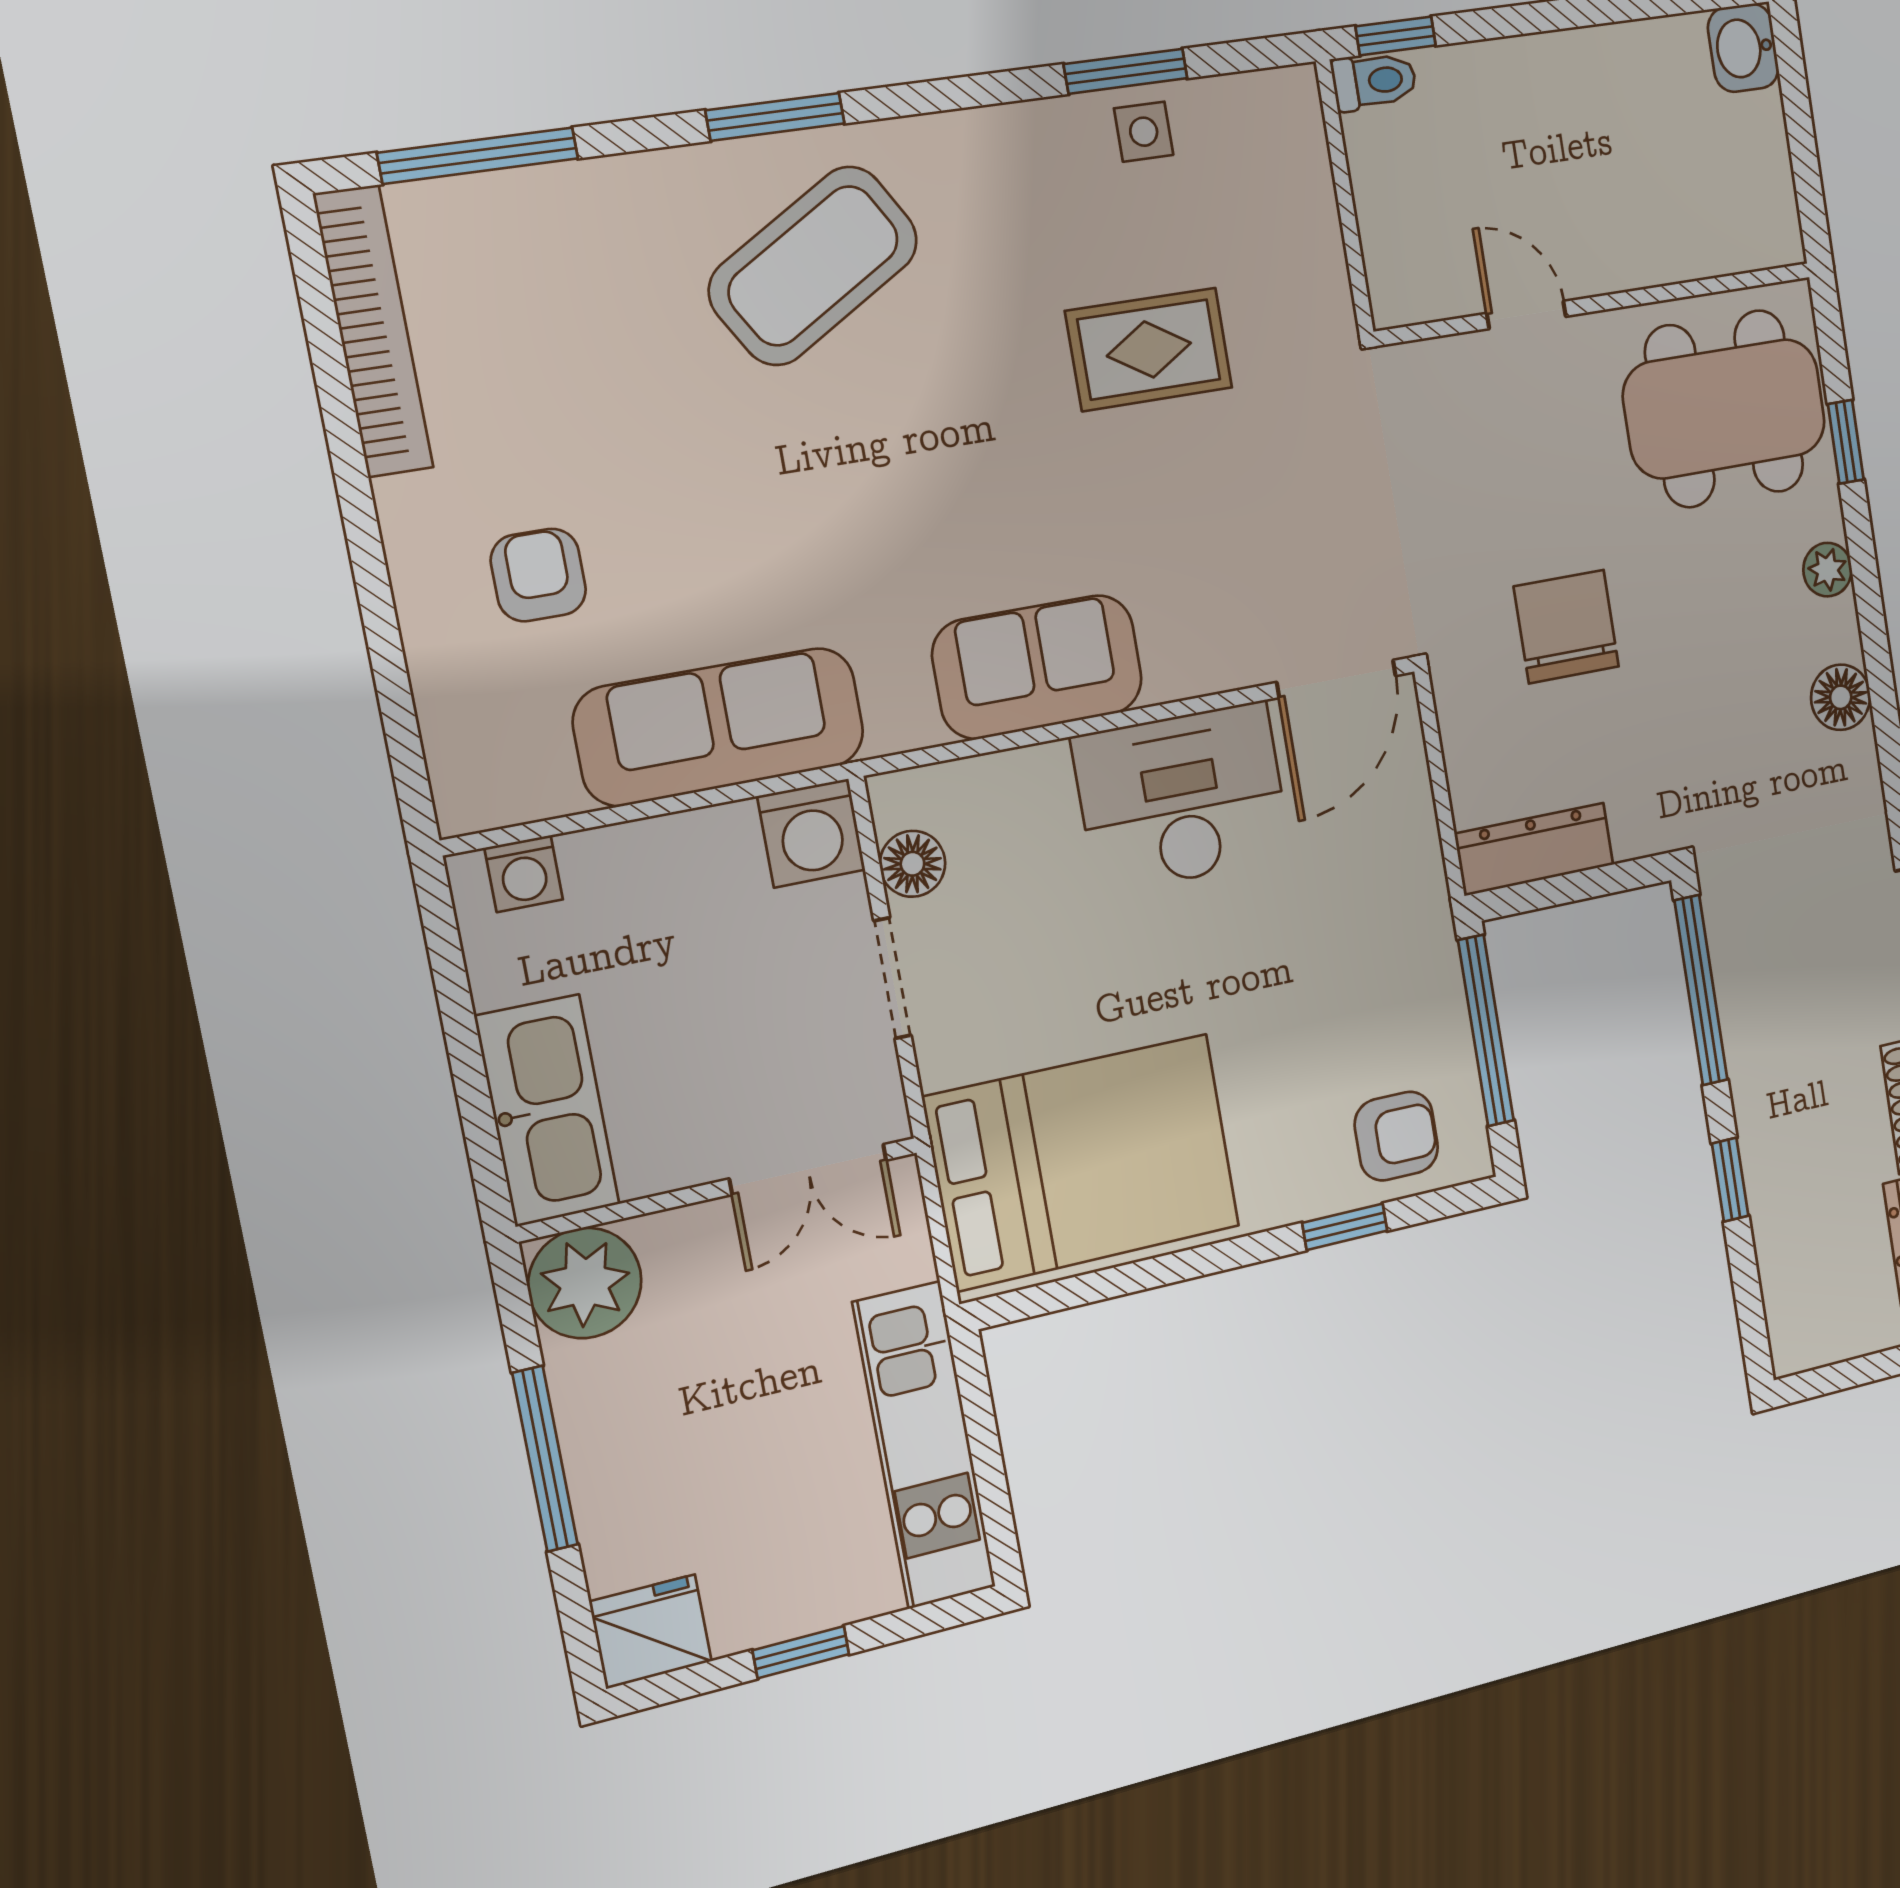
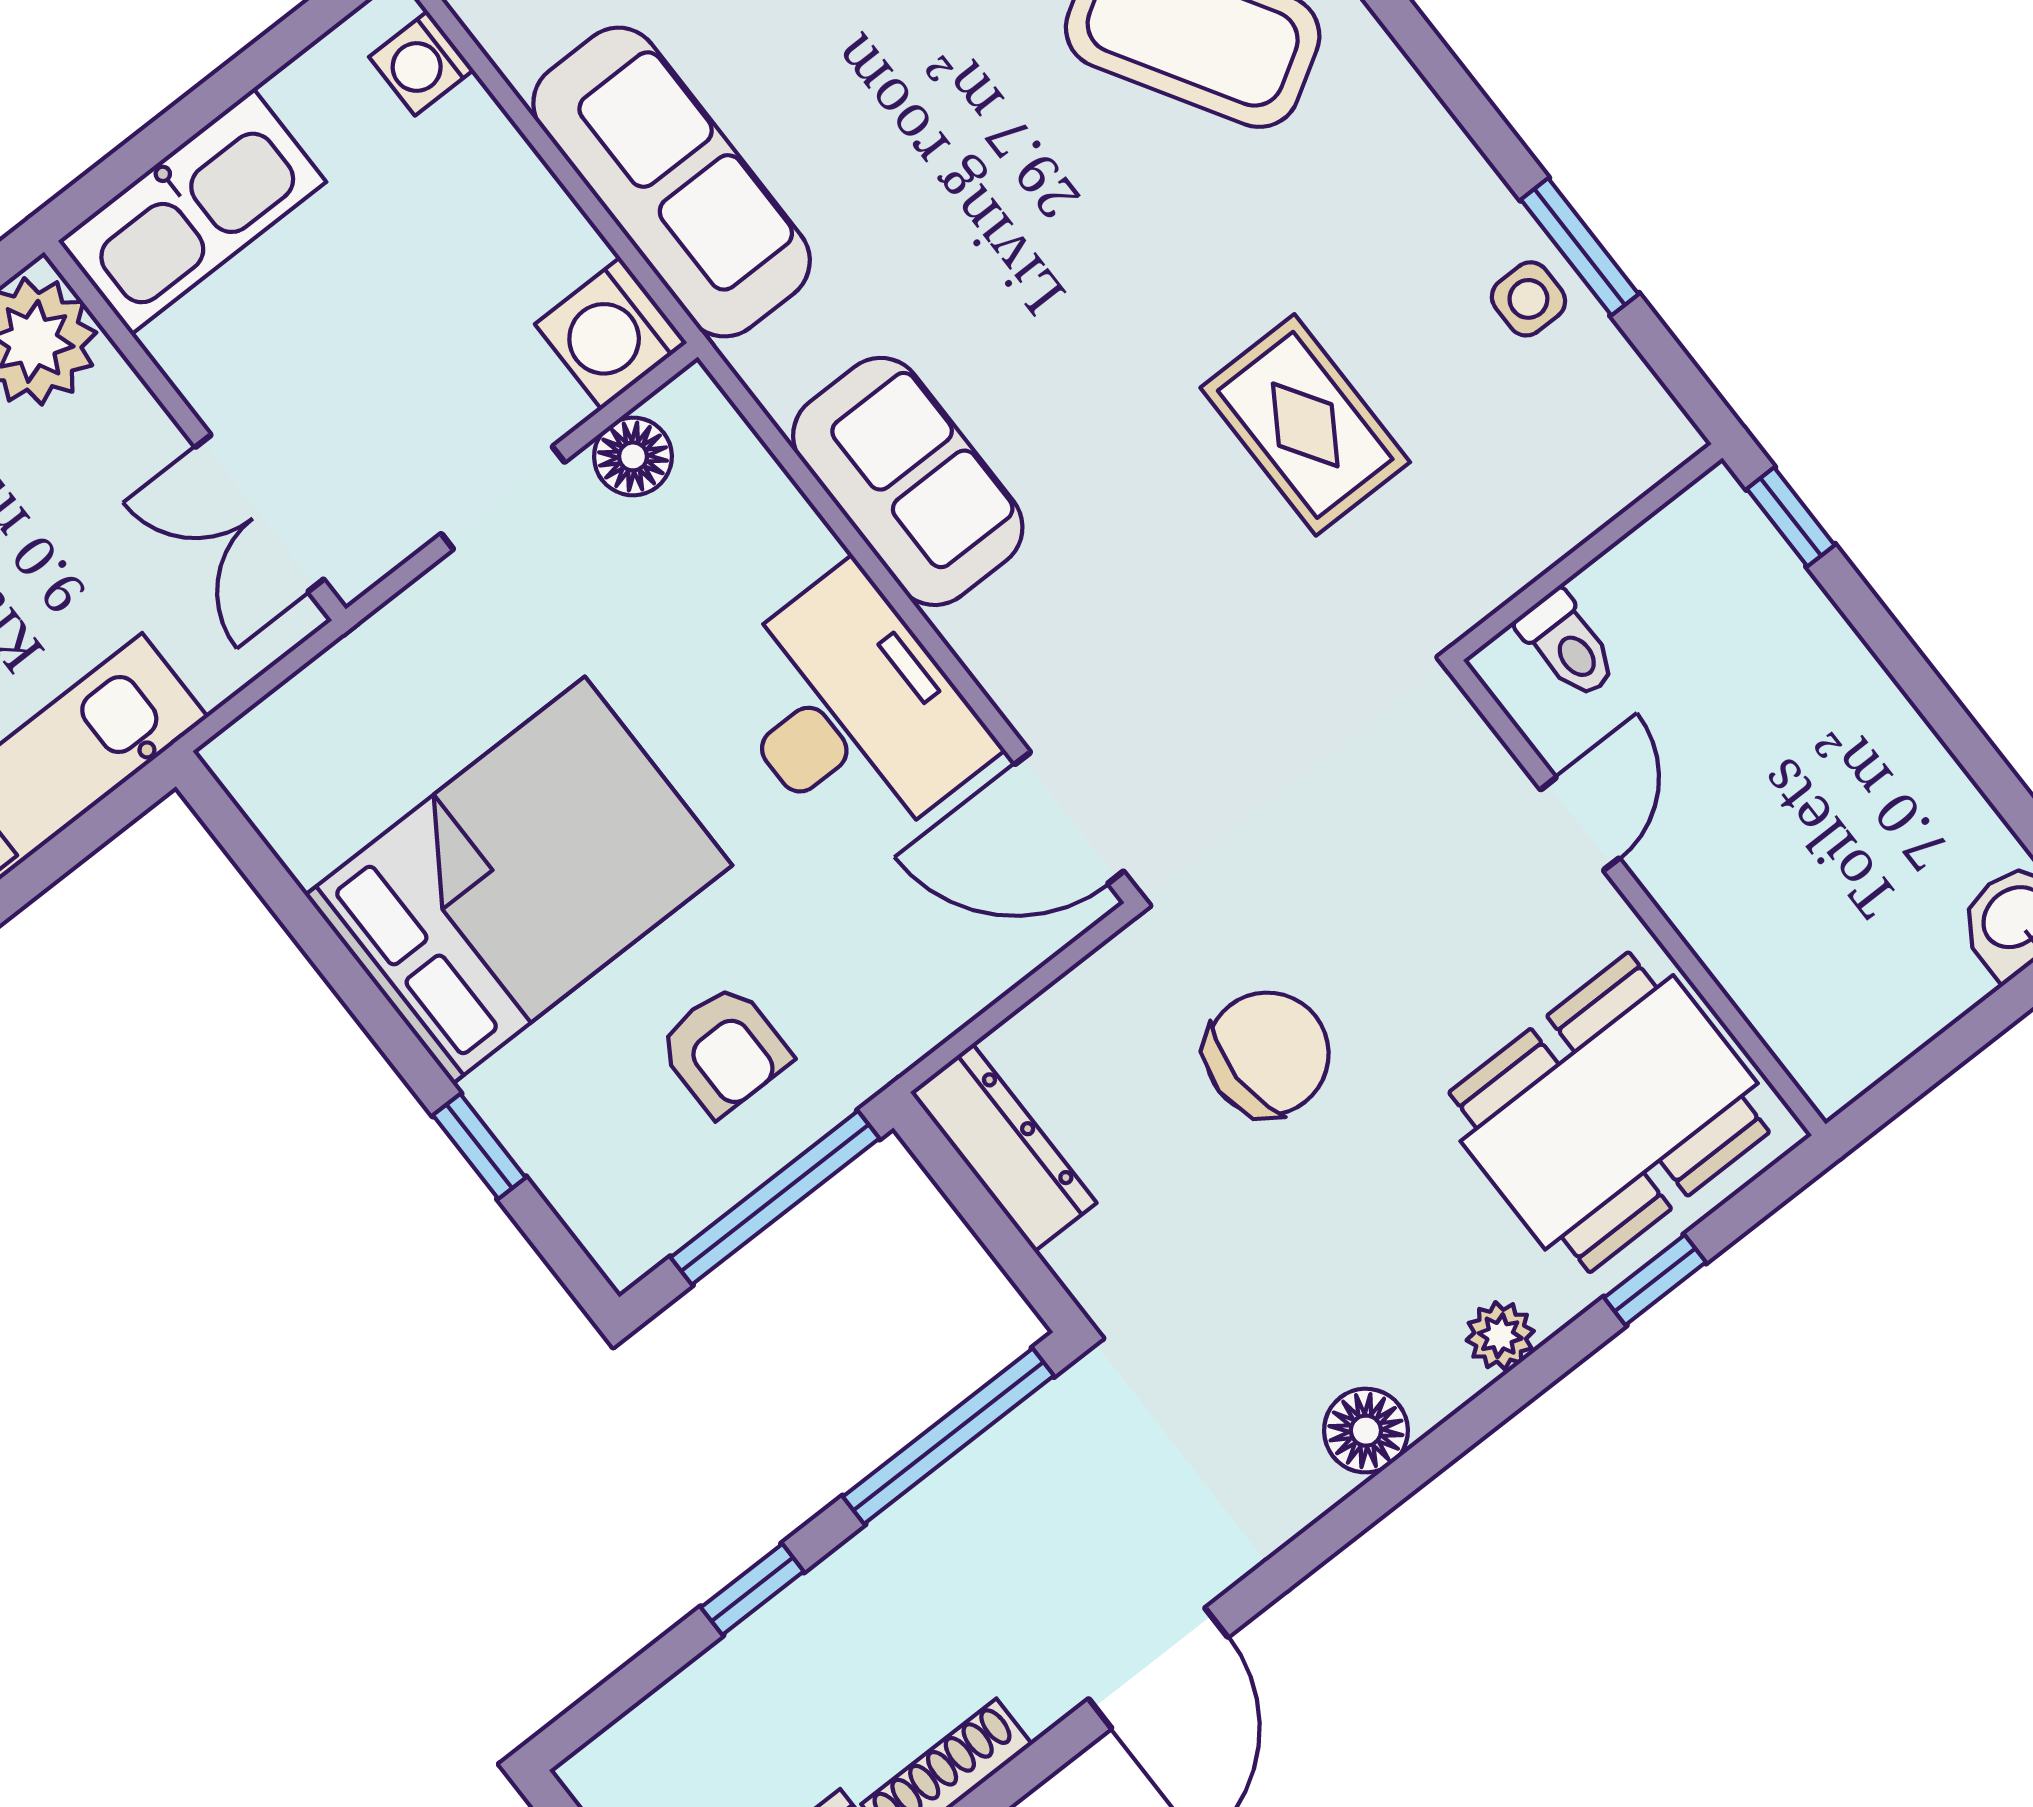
toilet: (1374, 81) -> (1568, 645), moved
dining table: (1724, 409) -> (1609, 1112), turned 90
armchair: (1396, 1136) -> (724, 1050), moved
bed: (1083, 1162) -> (519, 880), moved, turned -90

